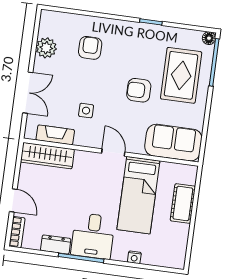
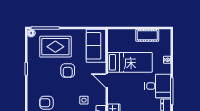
door: (113, 153) -> (107, 81), hinge flipped
cot: (183, 204) -> (147, 35), moved

